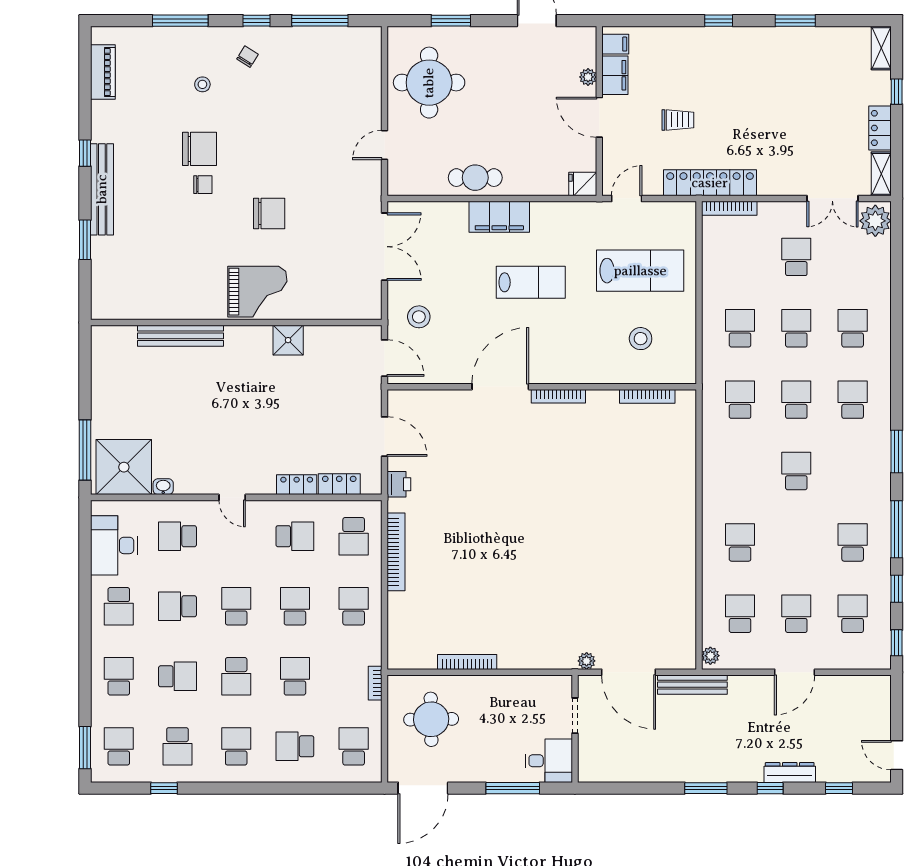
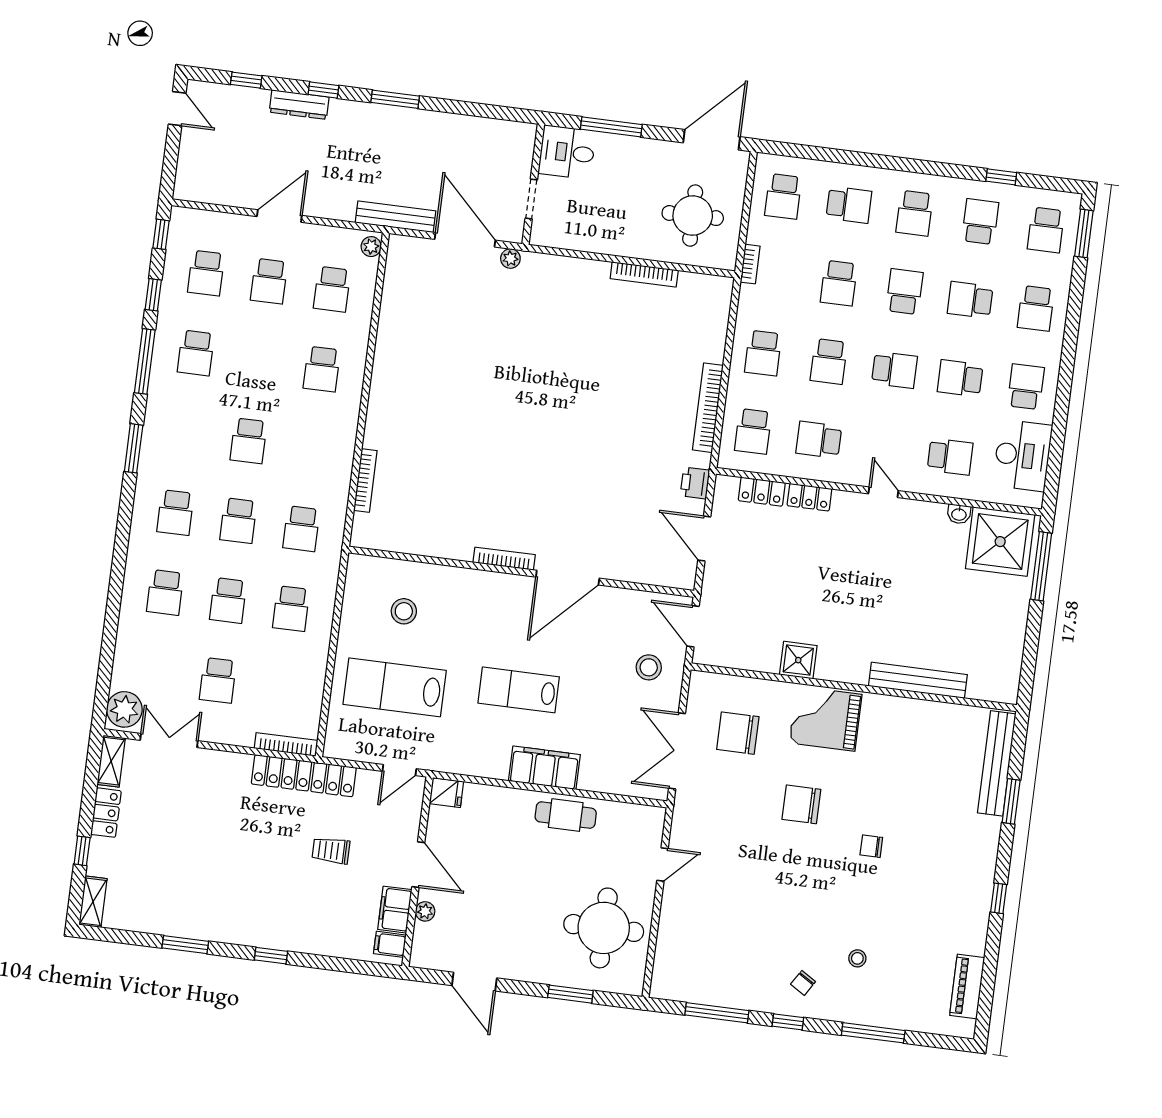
chair: (199, 149) -> (738, 733), moved
bench: (102, 189) -> (997, 763), moved
bookcase: (647, 396) -> (365, 480), moved, turned 90
school desk: (354, 536) -> (753, 431), turned 180
school desk: (177, 606) -> (960, 378), turned 180
school desk: (236, 606) -> (894, 370), turned -90

